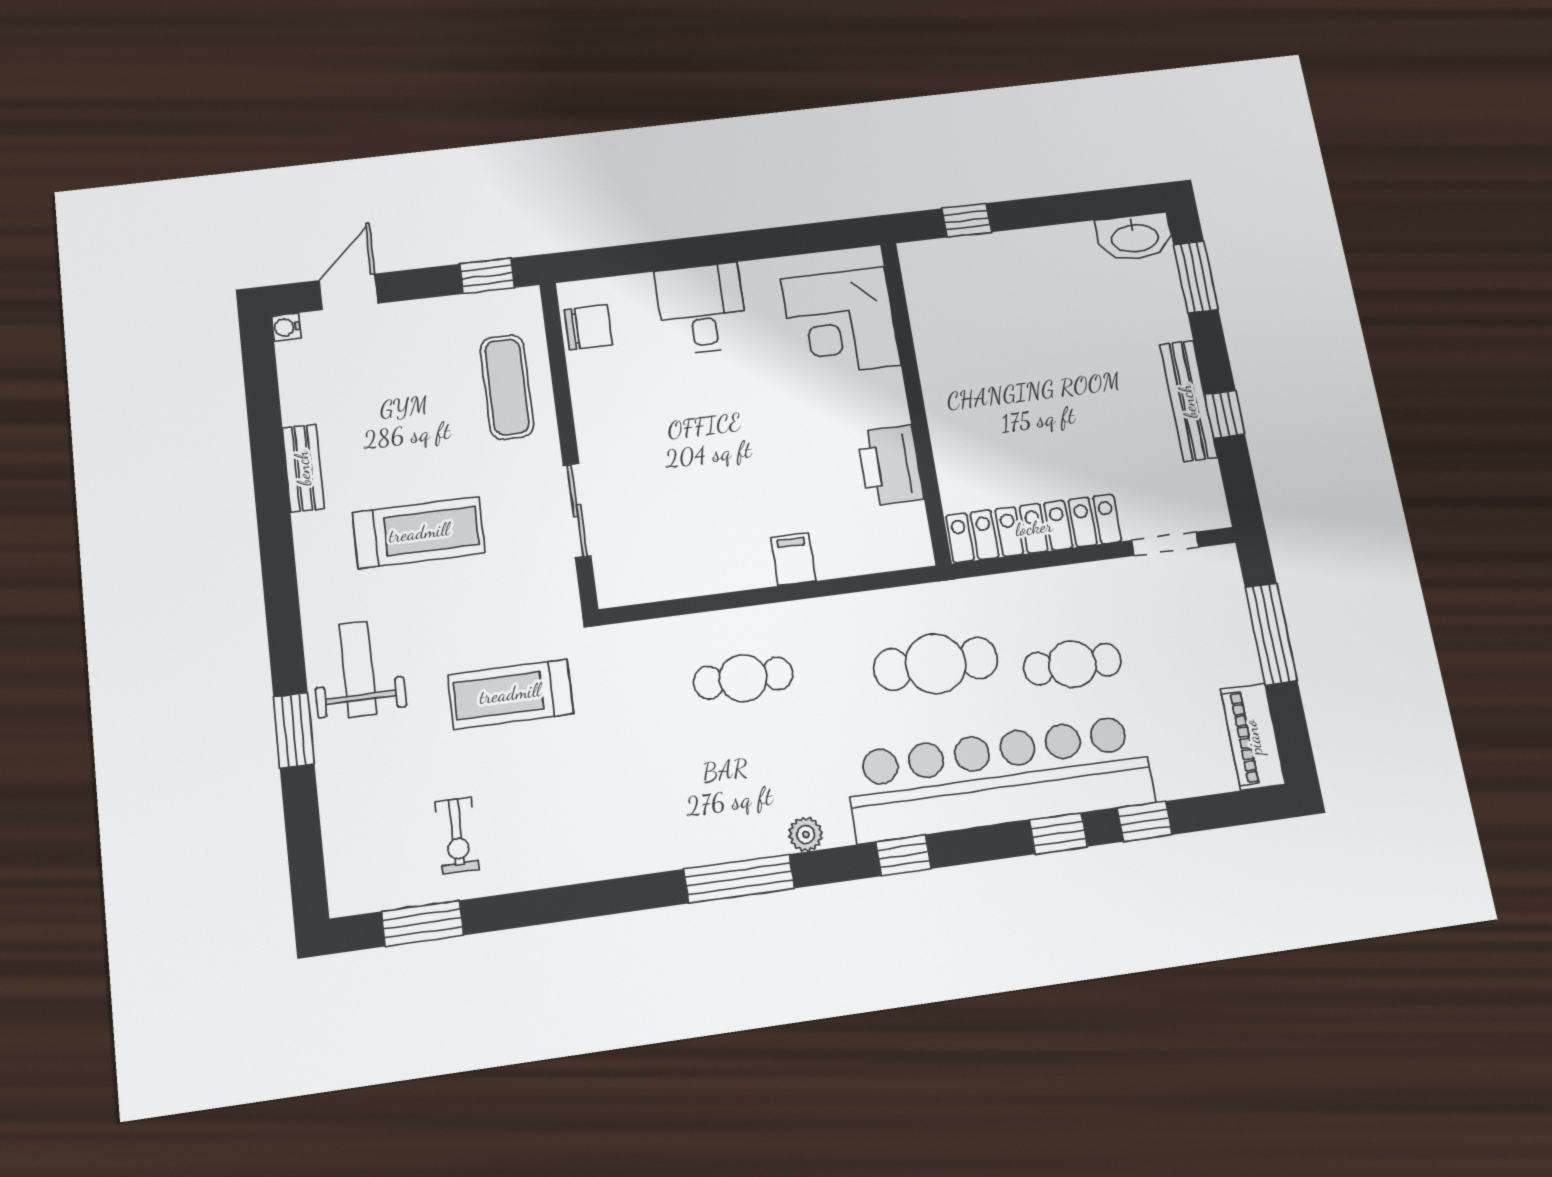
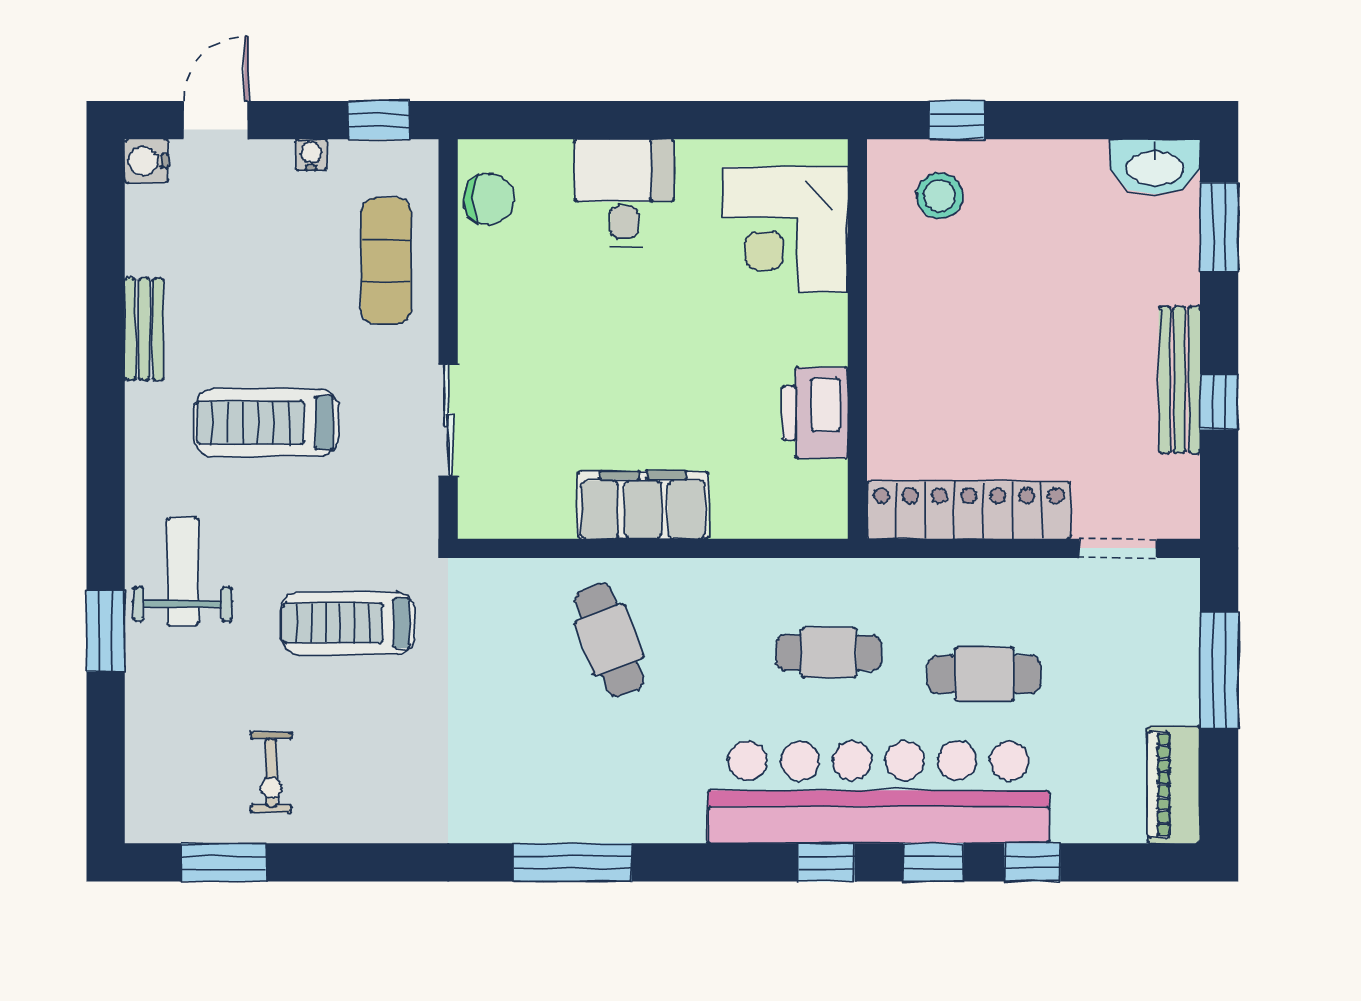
stool: (963, 280) -> (940, 196), added
water cooler: (433, 310) -> (311, 155), added
water cooler: (286, 327) -> (146, 161), width x1.38, depth x1.38
treadmill: (419, 533) -> (266, 423), turned 180
filing cabinet: (793, 559) -> (643, 505), width x3.00, depth x1.17
cafe table: (936, 664) -> (829, 653), width x0.73, depth x0.74
cafe table: (743, 678) -> (609, 640), turned 70
plant: (806, 834) -> (653, 824), removed
window: (903, 855) -> (826, 862), moved

